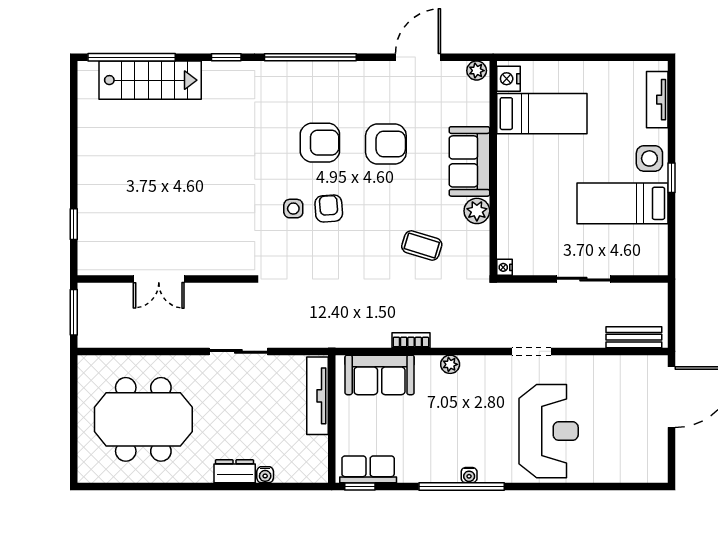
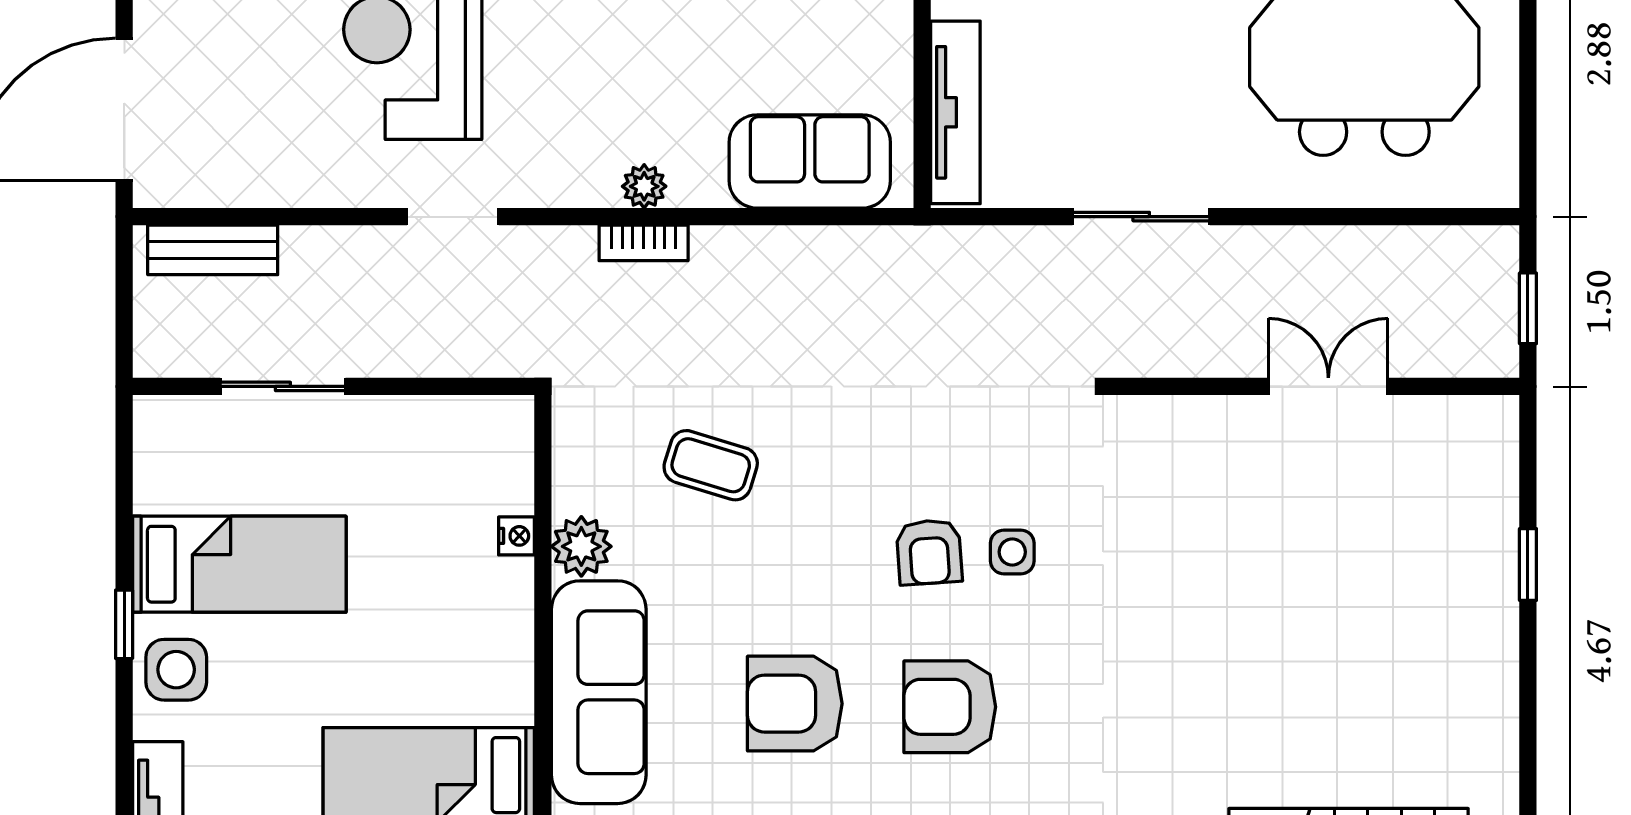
sofa: (469, 161) -> (599, 692), width x1.36
window: (74, 224) -> (1528, 565), moved
nightstand: (504, 267) -> (516, 536), moved
sliding door: (583, 279) -> (283, 386), moved
window: (74, 312) -> (1528, 308), width x0.67
bookcase: (411, 340) -> (644, 243), moved

